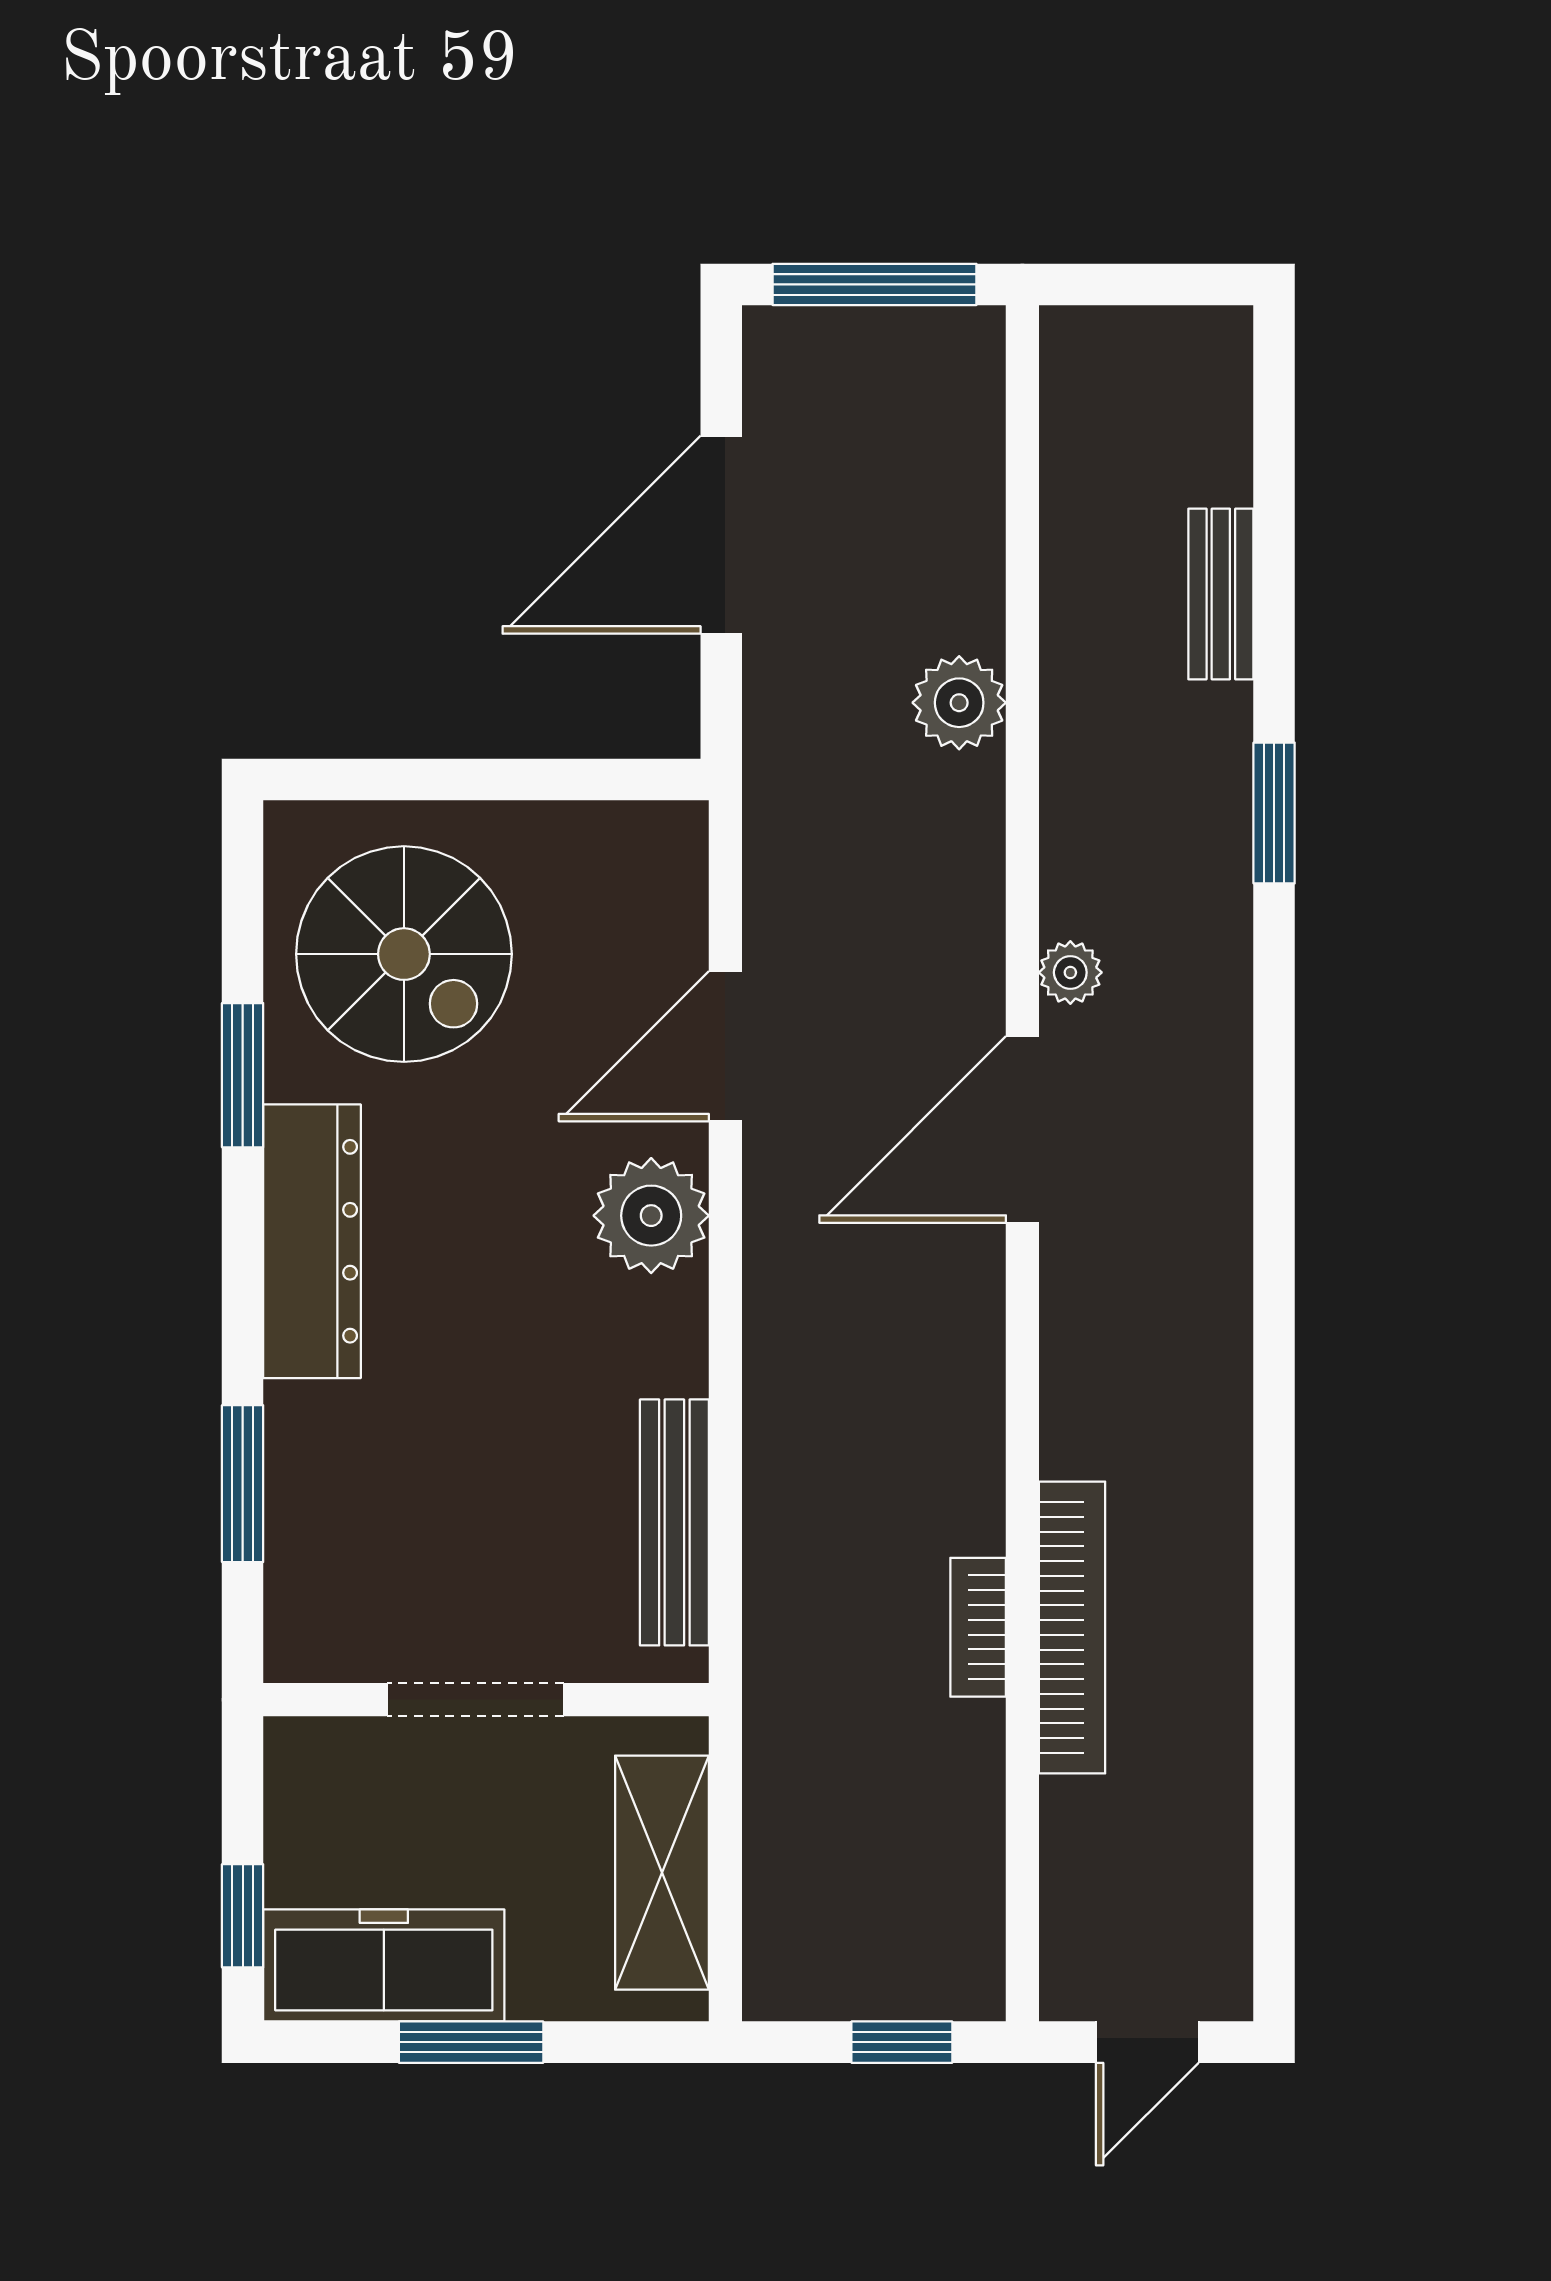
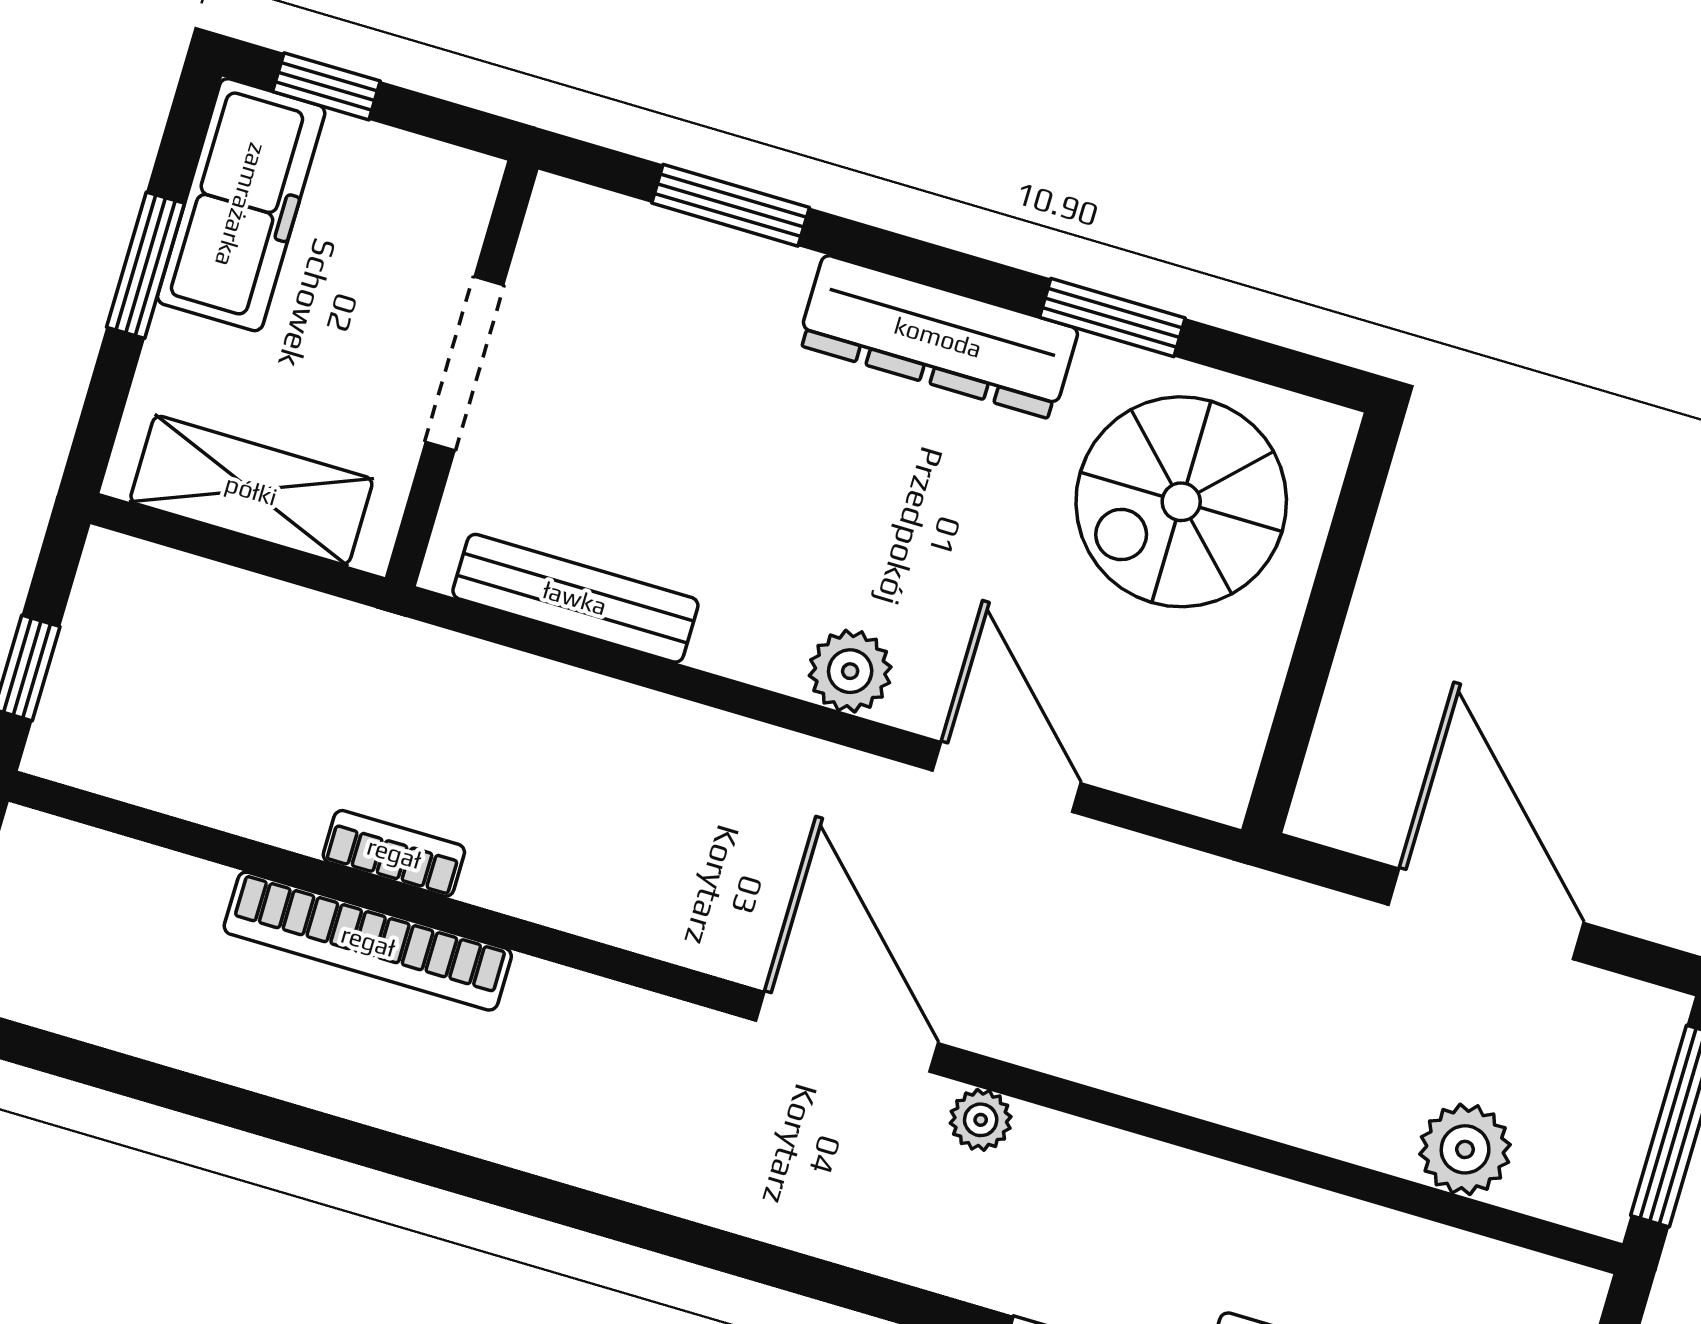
plant: (959, 703) -> (1465, 1149), moved
plant: (651, 1216) -> (850, 671), width x0.73, depth x0.73

